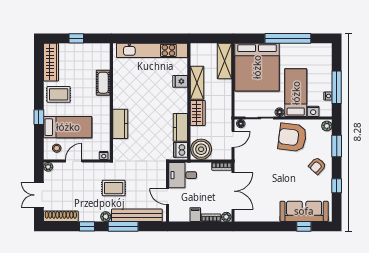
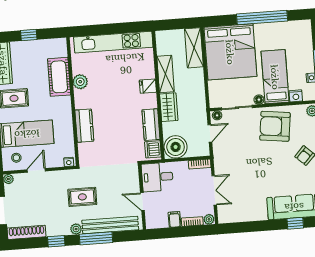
fridge: (180, 81) -> (148, 86), moved
cot: (103, 83) -> (59, 77), width x1.37, depth x1.34
plant: (119, 84) -> (80, 82), added
double door: (233, 191) -> (214, 190), width x0.73

